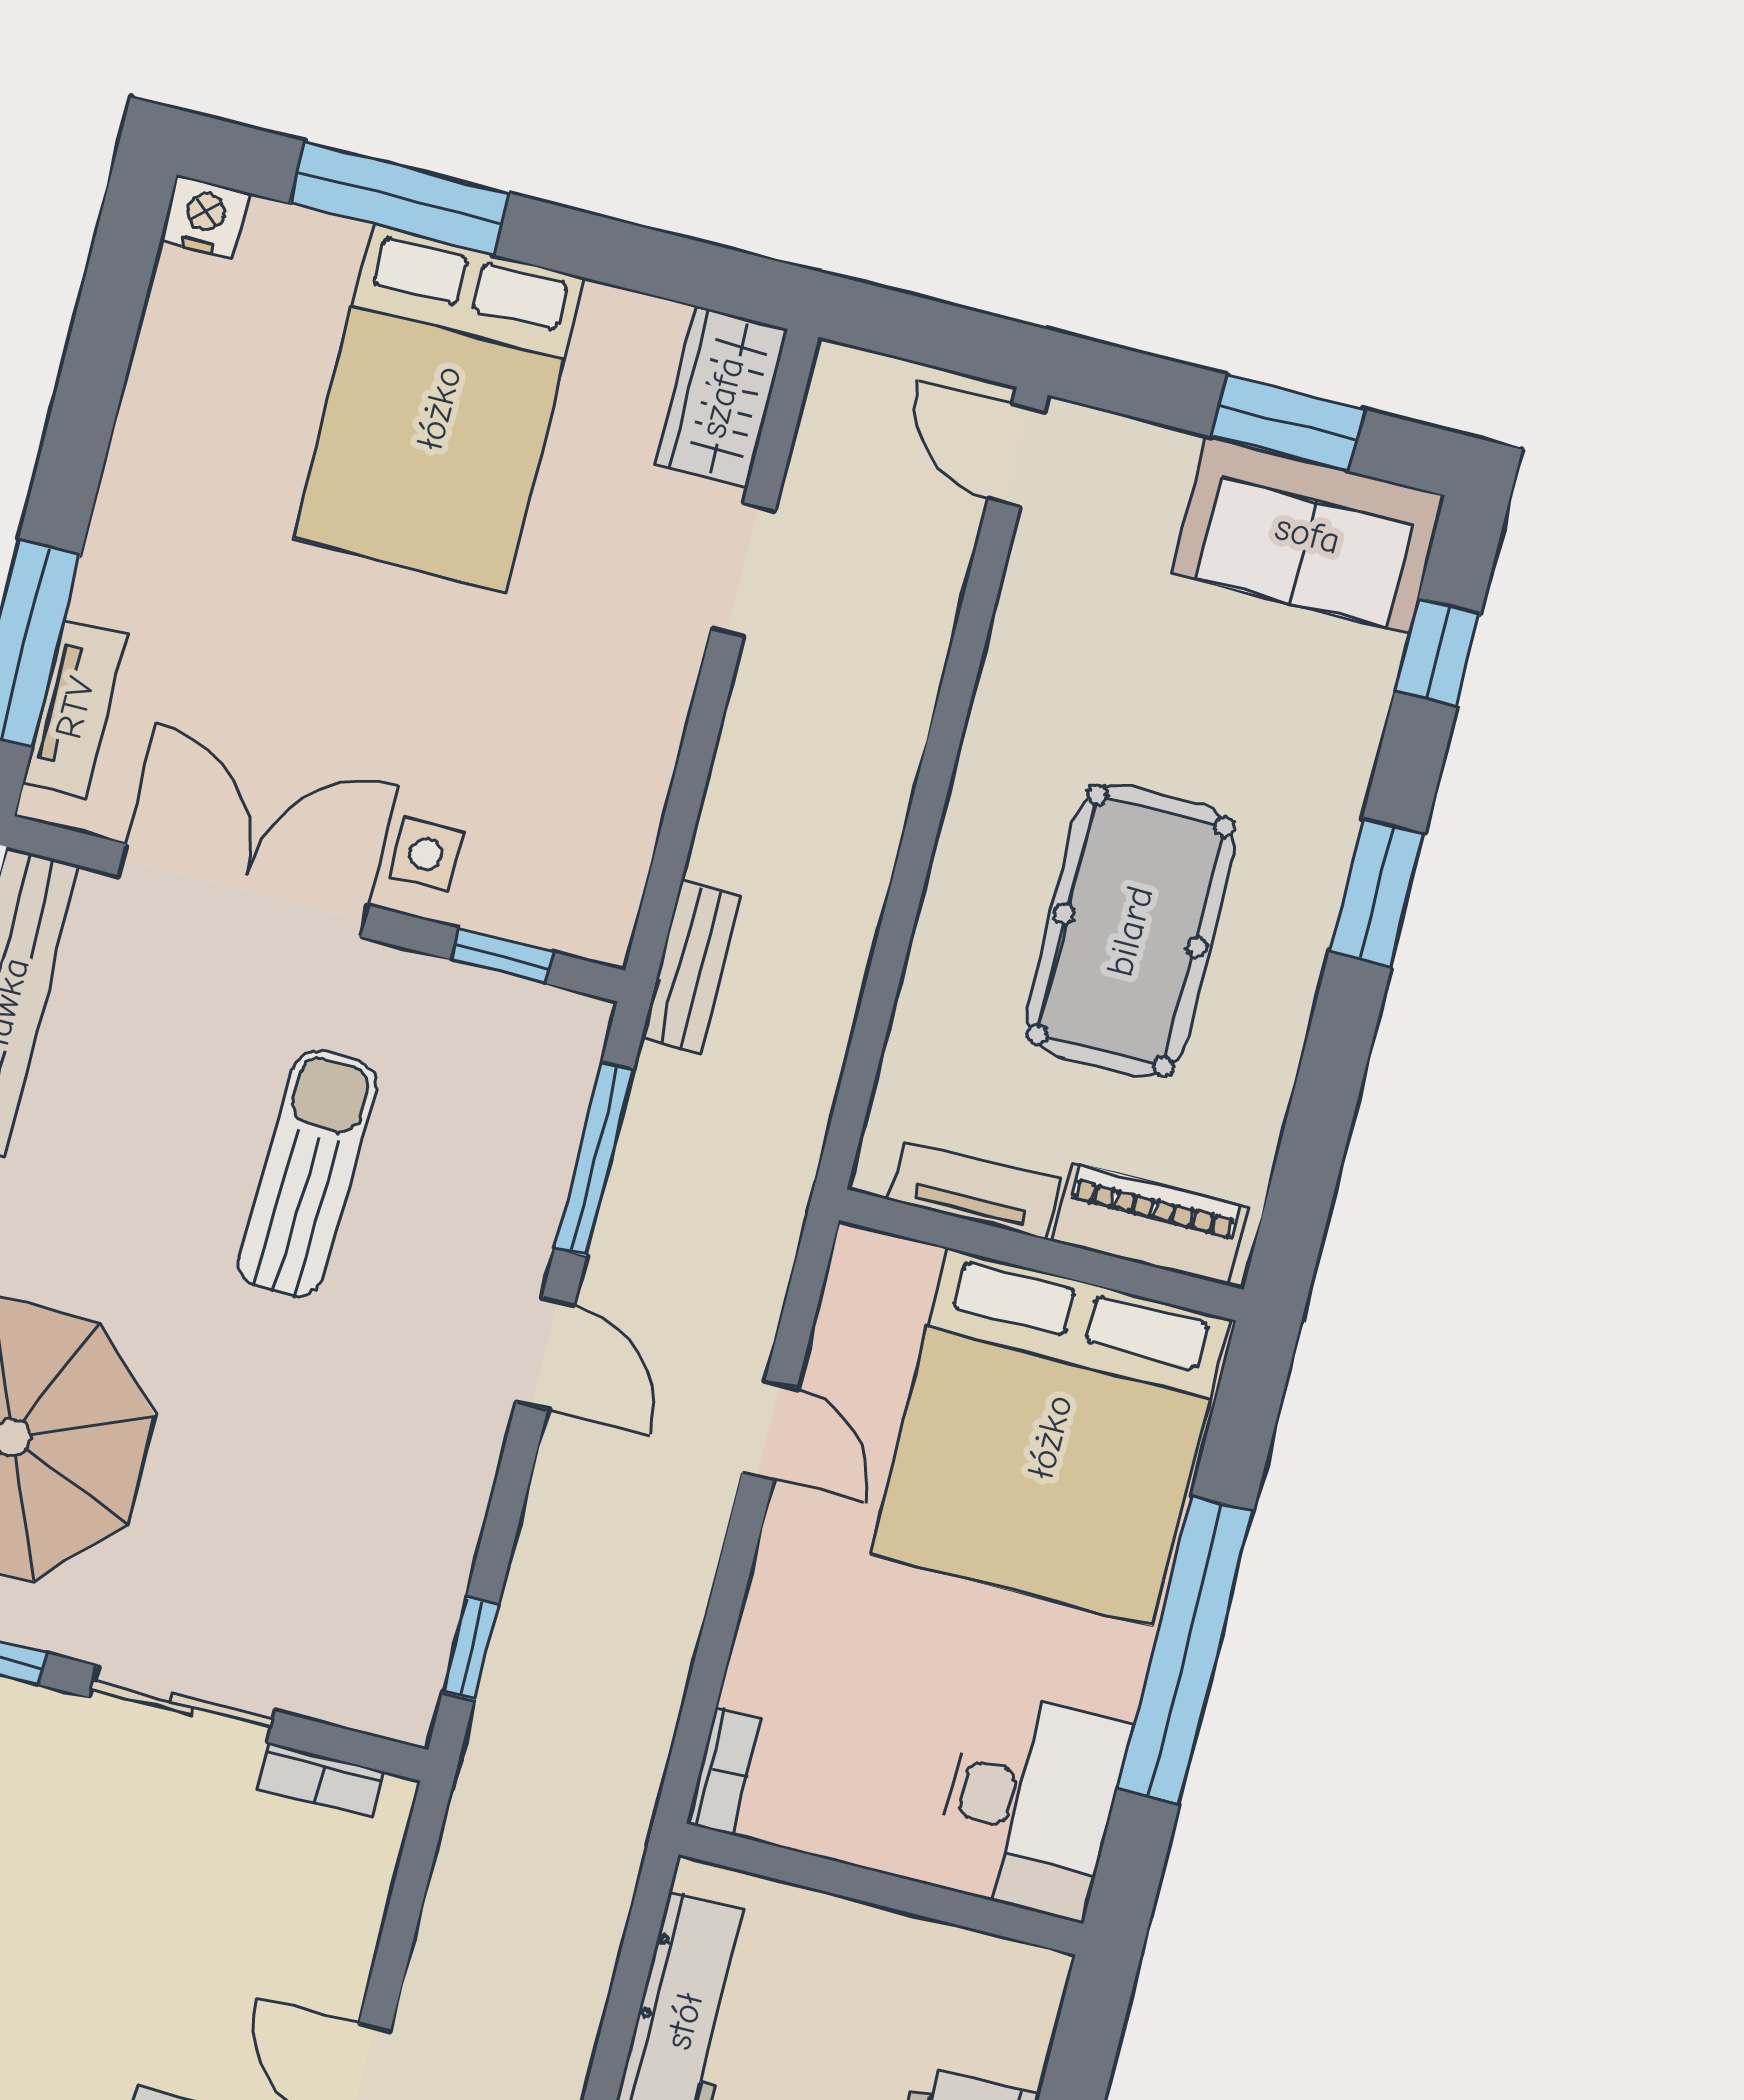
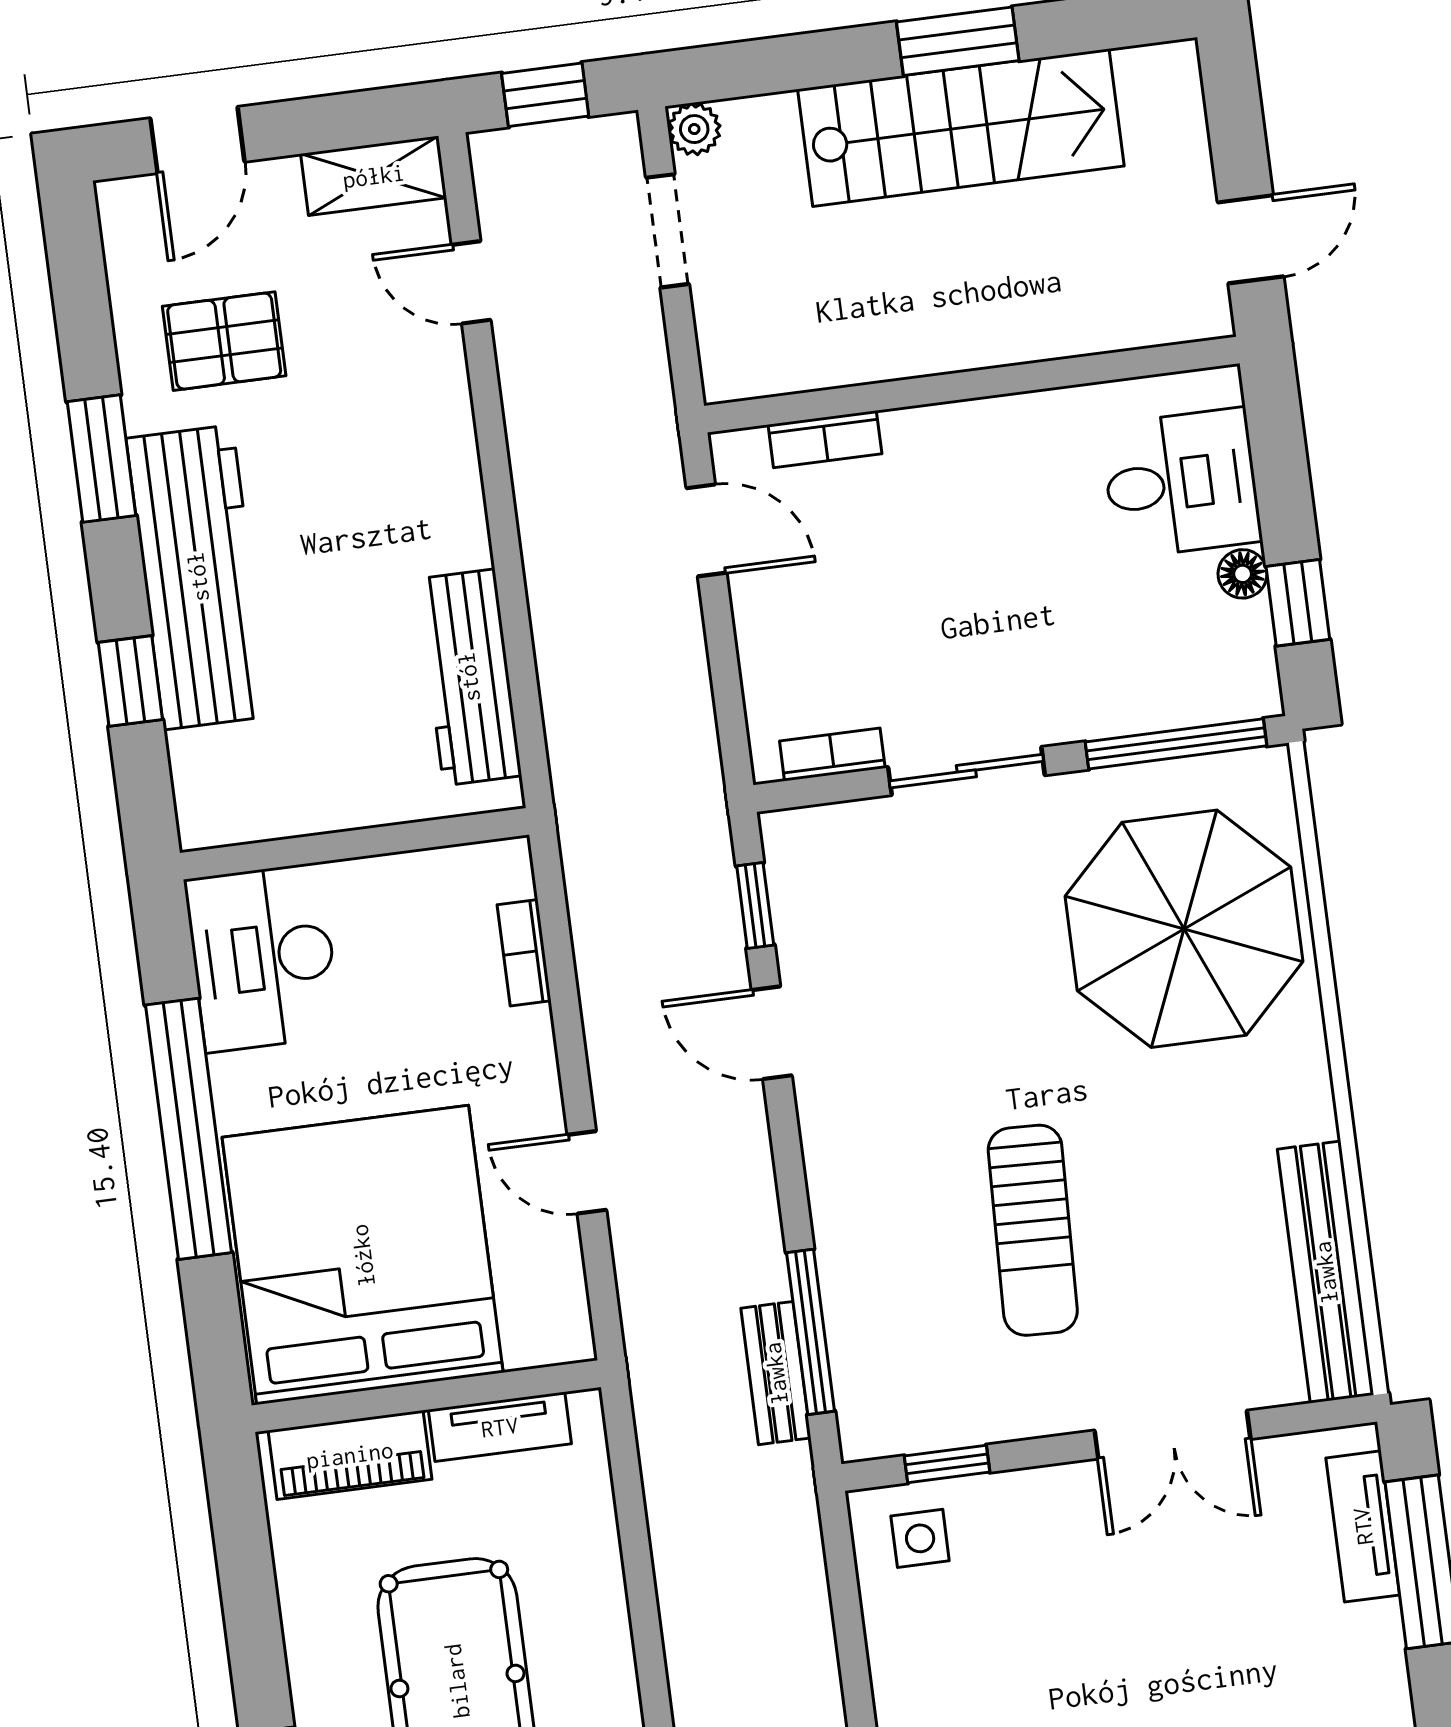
side table: (426, 854) -> (920, 1538), moved
double door: (243, 890) -> (1172, 1435), width x0.73
bench: (691, 967) -> (776, 1373), moved
door: (545, 1353) -> (772, 1033), moved
bookcase: (724, 1771) -> (524, 953), moved

